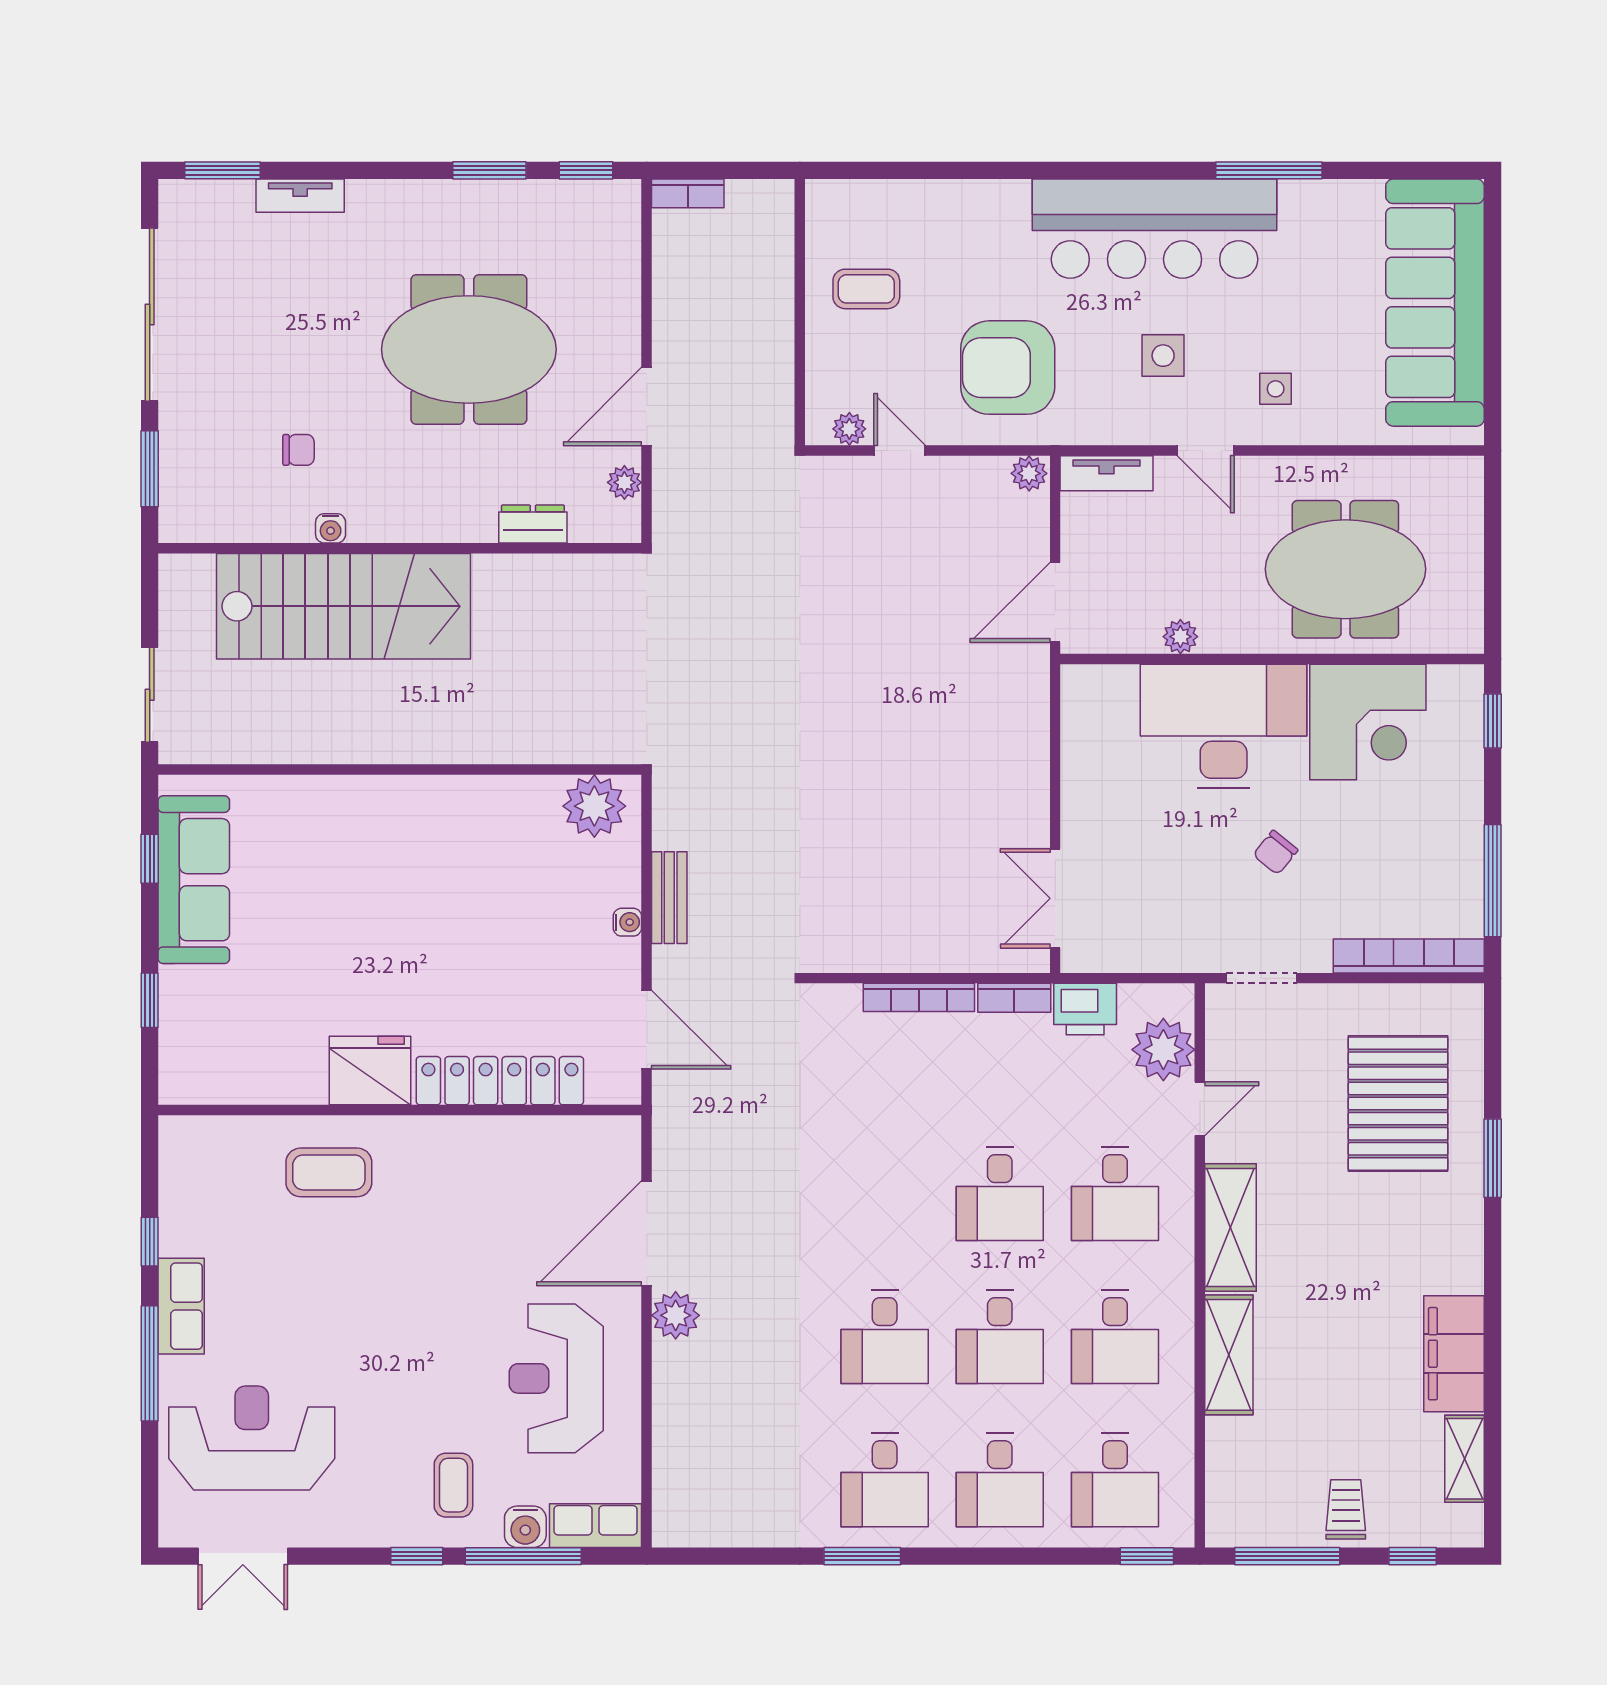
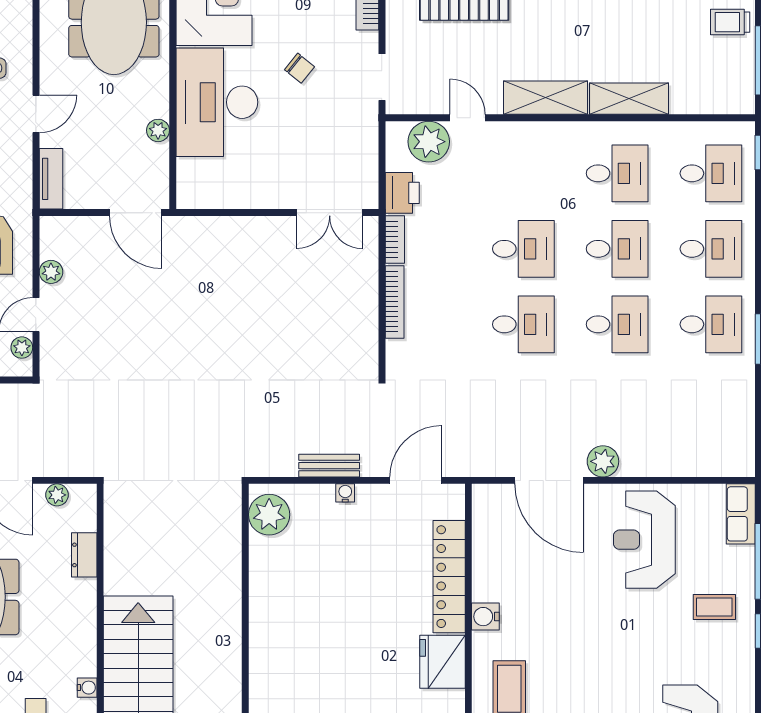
plant: (1029, 473) -> (51, 272), moved
desk: (1115, 1194) -> (523, 324), moved
reception desk: (556, 1378) -> (644, 540), turned 90
water cooler: (525, 1527) -> (485, 617), moved, turned 180

